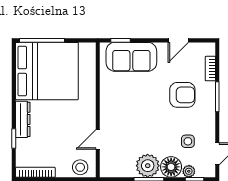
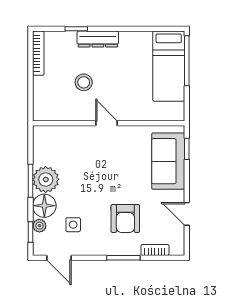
bed: (47, 71) -> (169, 66), width x0.49
door: (98, 139) -> (106, 123), moved
stool: (80, 167) -> (84, 82), moved

